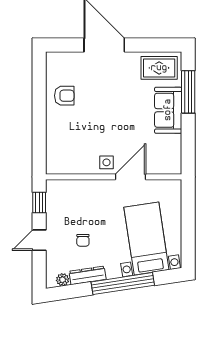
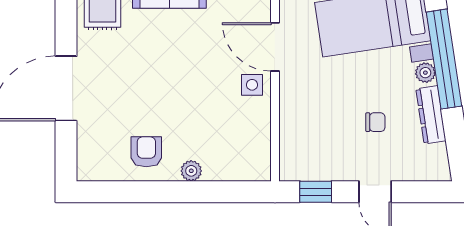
plant: (52, 124) -> (191, 171), added
plant: (63, 280) -> (425, 73), moved

